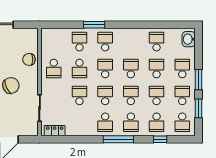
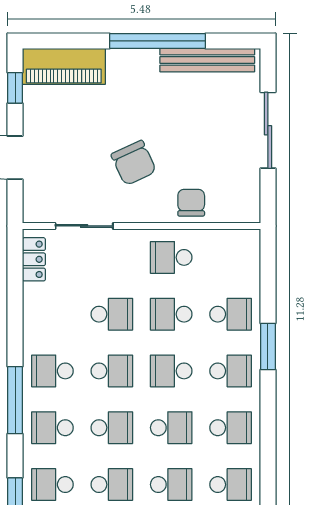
school desk: (131, 42) -> (231, 428), added
school desk: (105, 69) -> (171, 371), turned 180

